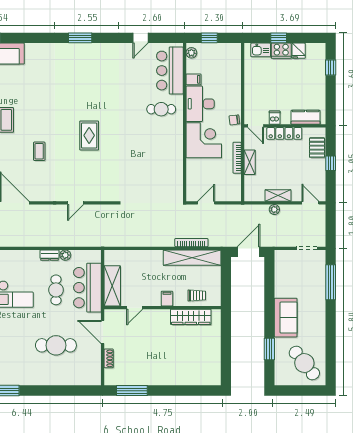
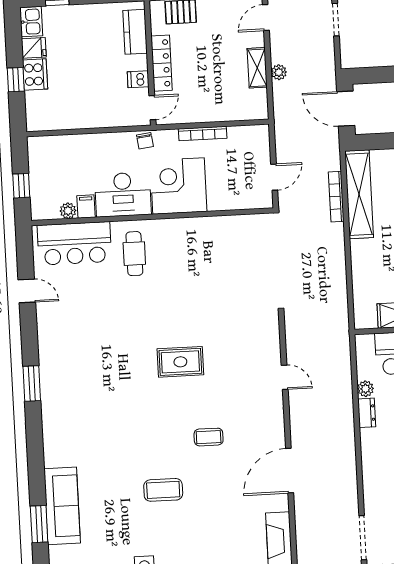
kitchen sink: (261, 50) -> (31, 22), moved
plant: (191, 53) -> (68, 211), moved
shelving: (250, 162) -> (209, 114), removed
door: (206, 203) -> (274, 177), swing flipped

